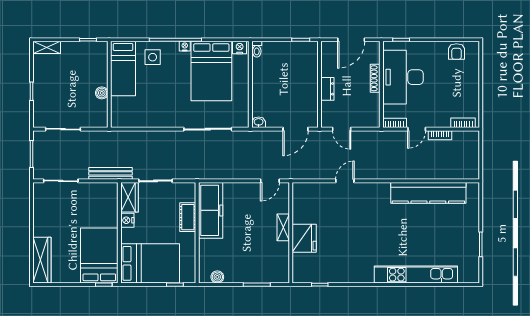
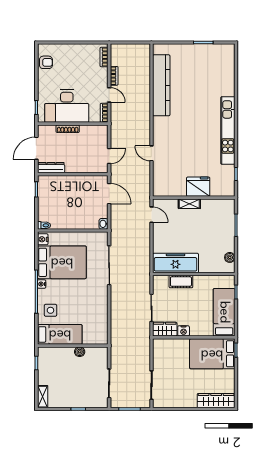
door: (351, 40) -> (36, 148), swing flipped
dresser: (327, 89) -> (51, 168), moved, width x1.44
bench: (111, 173) -> (145, 345), removed
bed: (150, 263) -> (224, 312), width x0.67
kitchen unit: (416, 275) -> (228, 130), moved

